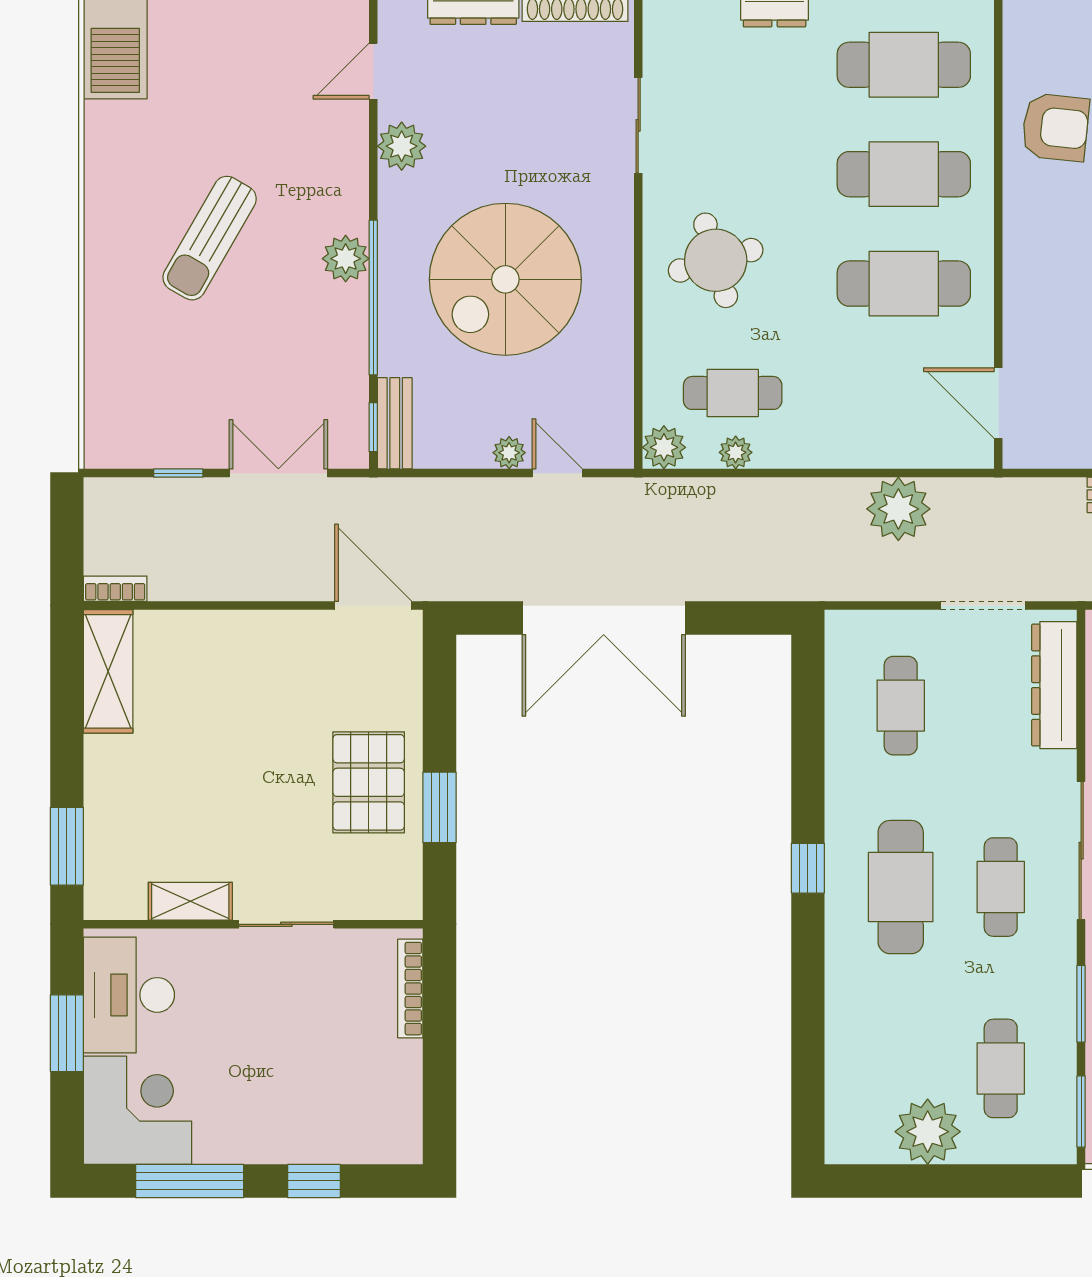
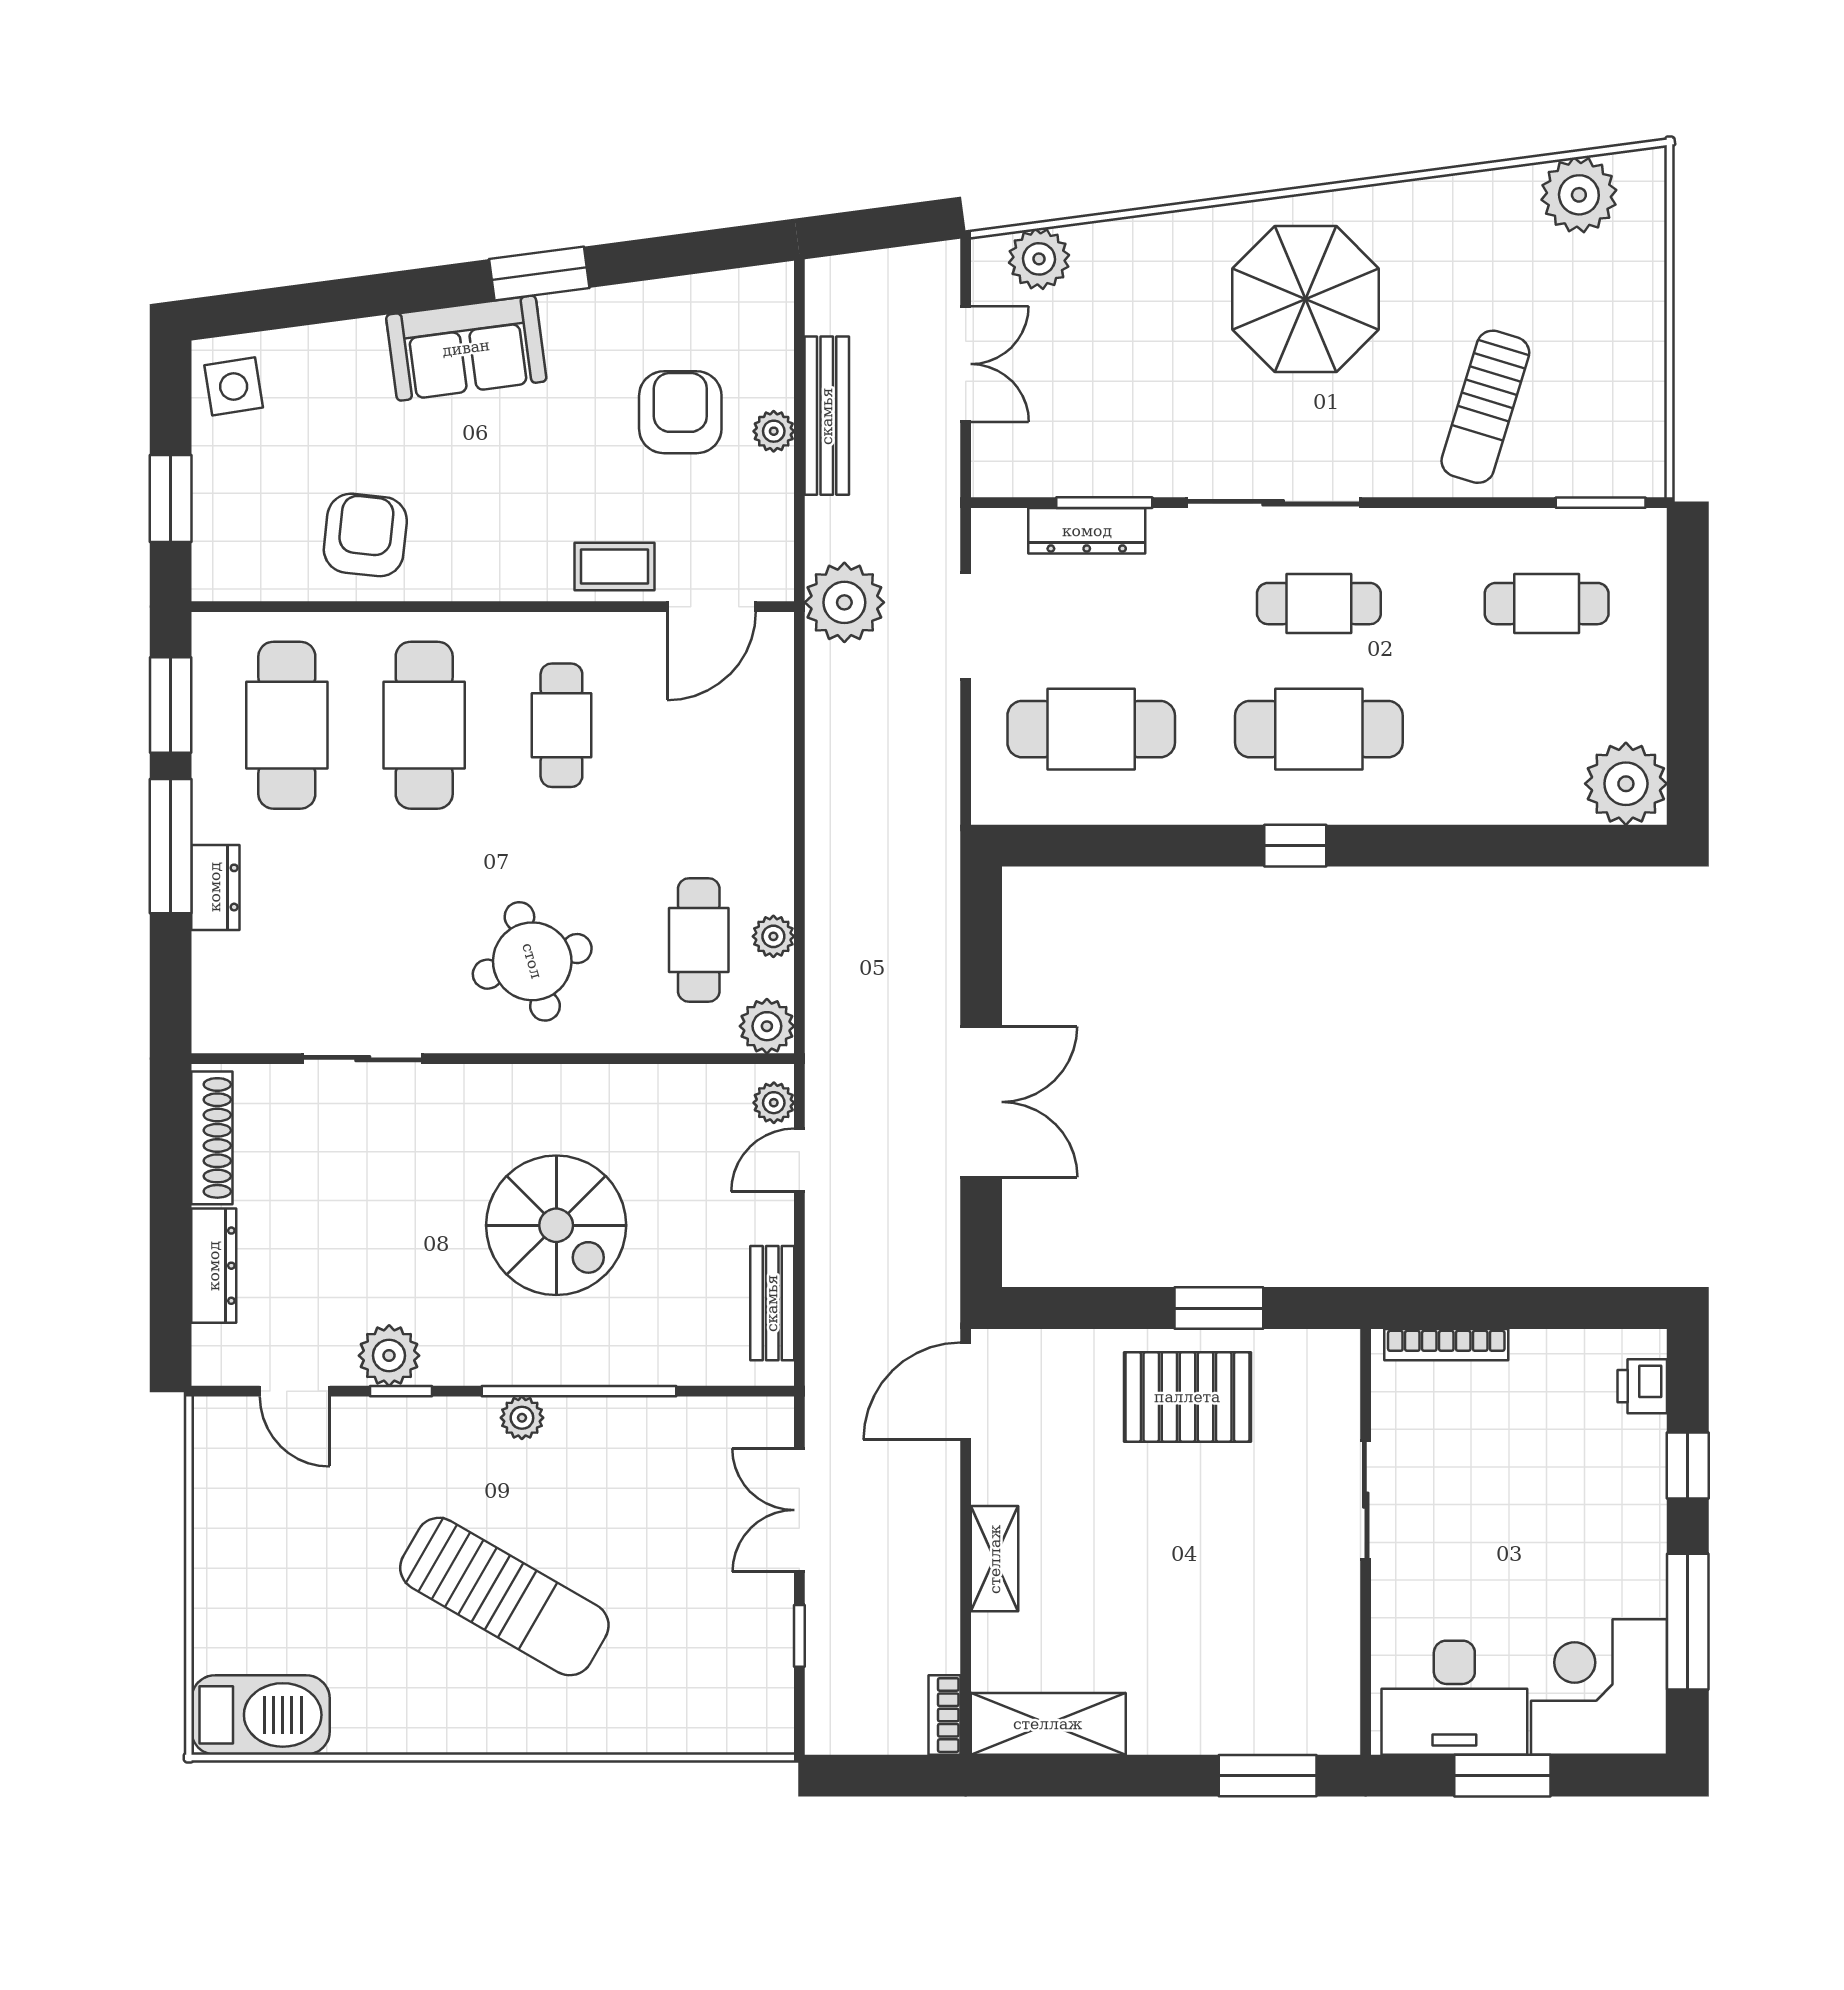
sun lounger: (210, 238) -> (504, 1597), width x1.36, depth x1.34
plant: (346, 259) -> (522, 1418), width x0.73, depth x0.73
spiral stairs: (505, 279) -> (556, 1225), width x0.73, depth x0.73
cafe table: (904, 284) -> (561, 725), width x0.73, depth x0.74
coffee table: (1030, 326) -> (615, 567), added
bench: (395, 423) -> (772, 1303), moved, turned 90
window: (373, 427) -> (401, 1391), moved
plant: (509, 453) -> (774, 1103), moved
plant: (898, 509) -> (844, 602), moved
double door: (604, 618) -> (981, 1102), width x0.73
dresser: (1054, 685) -> (1087, 531), width x0.73, depth x0.80
cafe table: (901, 706) -> (1091, 729), width x1.37, depth x1.35
shelving: (190, 901) -> (995, 1559), moved
window: (1081, 1004) -> (1104, 503), moved
plant: (928, 1132) -> (1626, 784), moved
printer: (377, 1145) -> (1642, 1386), added

